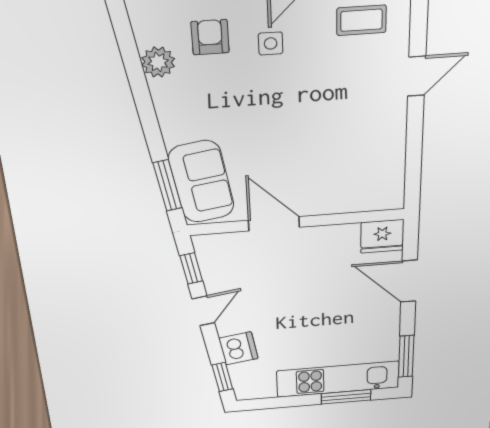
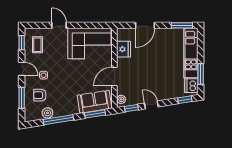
window: (141, 93) -> (58, 120), added
corner sofa: (364, 158) -> (89, 44), added
fridge: (382, 236) -> (123, 49), moved
plant: (213, 244) -> (121, 99), added
dishwasher: (238, 348) -> (191, 86), moved, turned -81
window: (346, 397) -> (201, 74), moved

